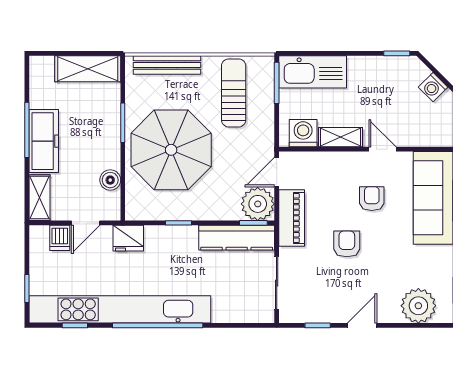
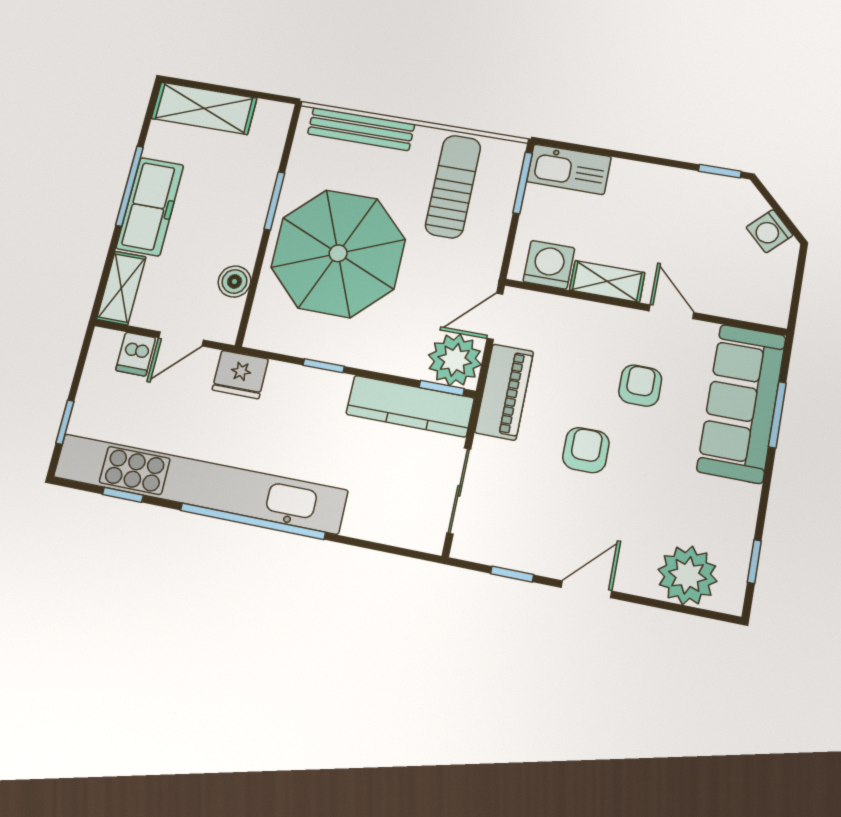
shelving: (88, 69) -> (204, 108), moved
kitchen sink: (313, 72) -> (569, 169), width x0.73, depth x0.81

